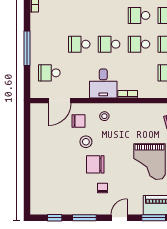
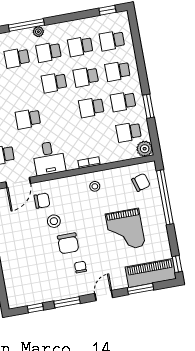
school desk: (109, 44) -> (54, 83), moved
desk: (103, 83) -> (49, 158), moved
stool: (104, 116) -> (95, 186), moved
chair: (95, 164) -> (68, 243), turned -90

